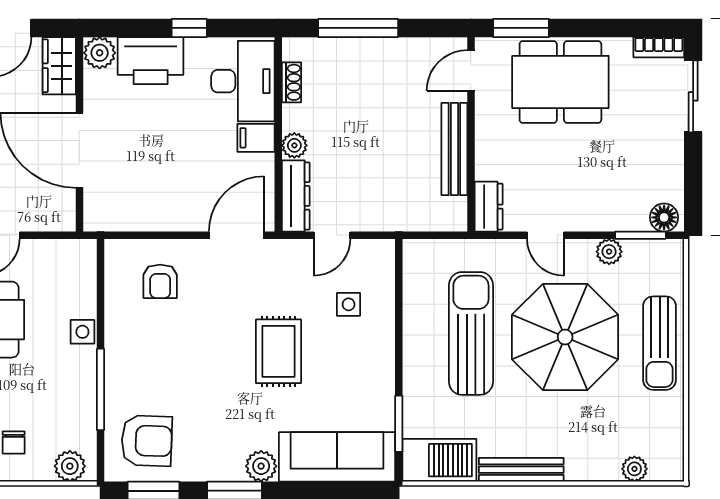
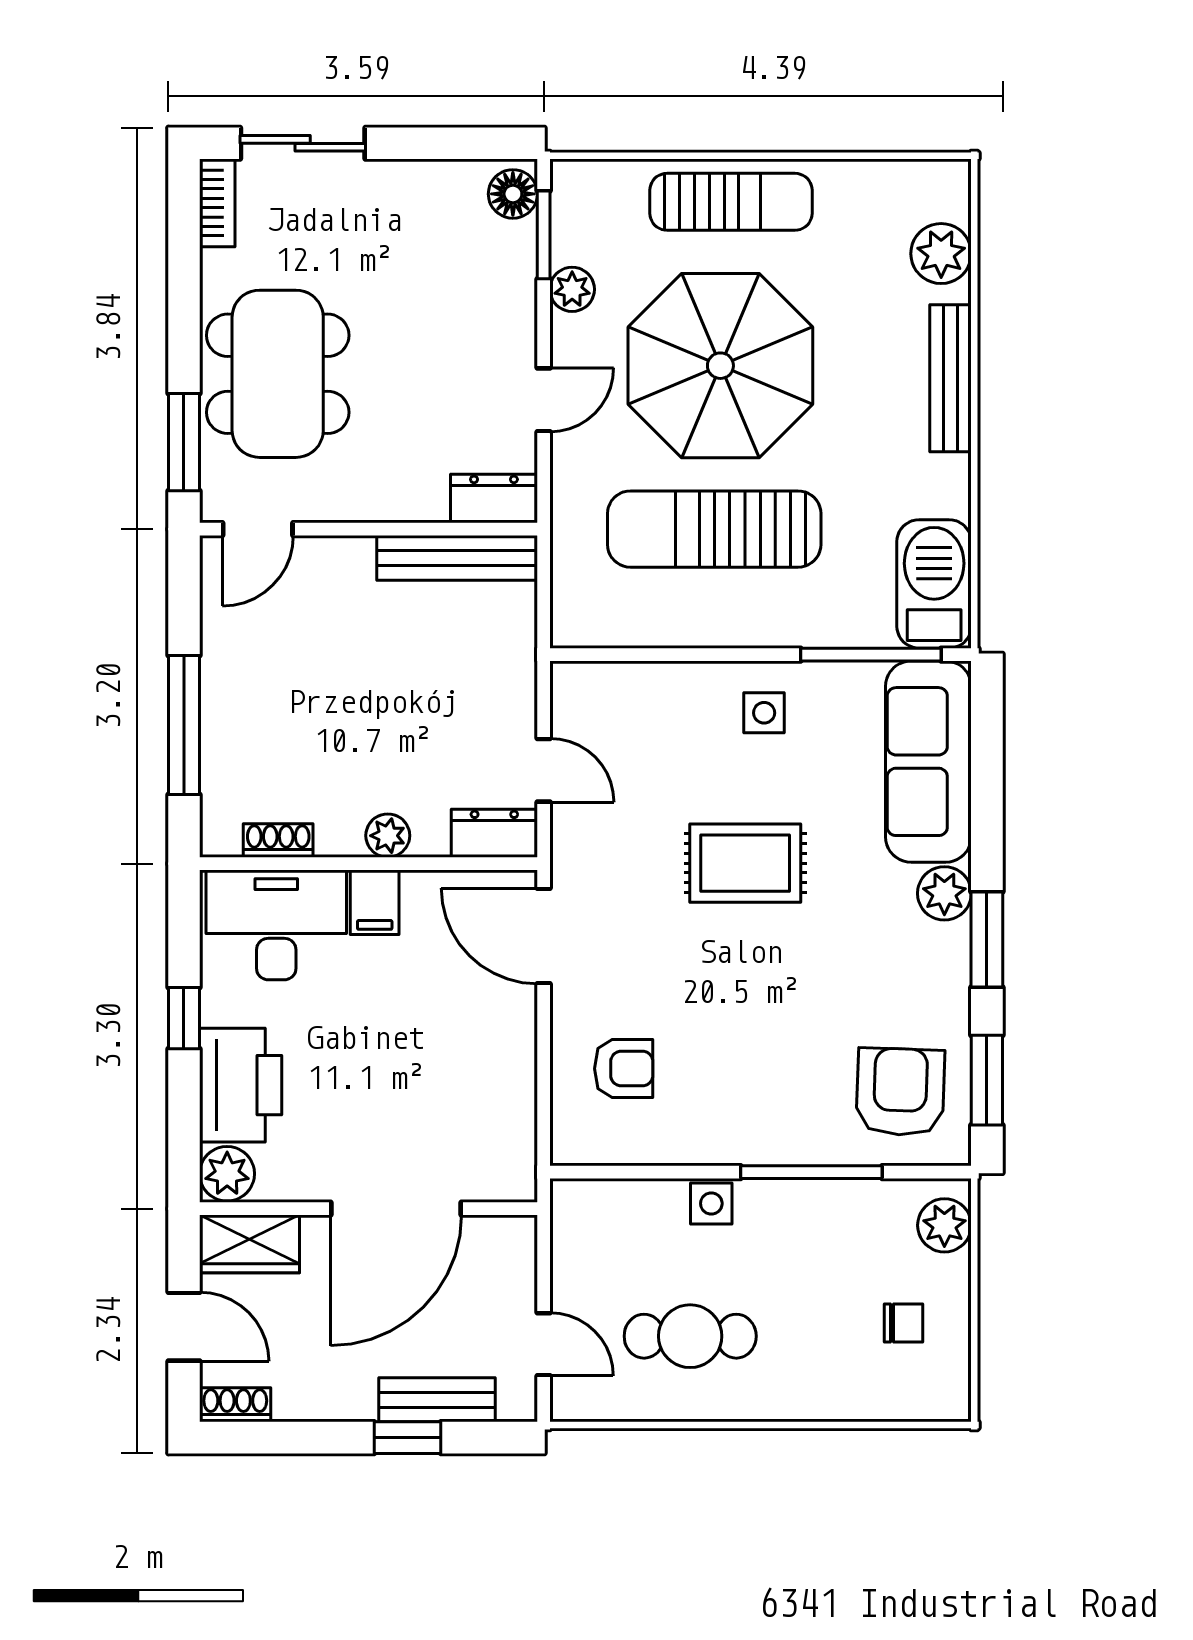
door: (471, 71) -> (258, 529), hinge flipped
bench: (454, 149) -> (457, 558), moved
dresser: (296, 196) -> (494, 833), width x0.70
side table: (349, 304) -> (764, 713), moved
window: (399, 424) -> (871, 655), width x1.44
plant: (634, 469) -> (941, 254), width x1.38, depth x1.38
bench: (521, 470) -> (951, 378), moved

